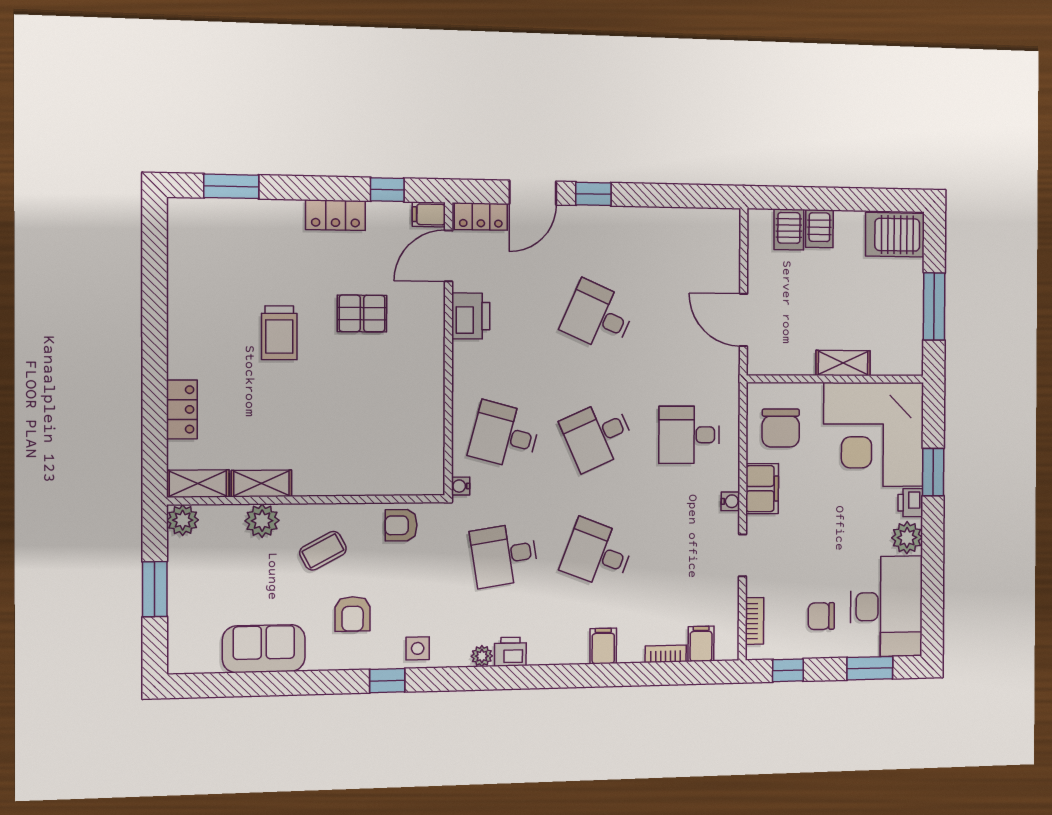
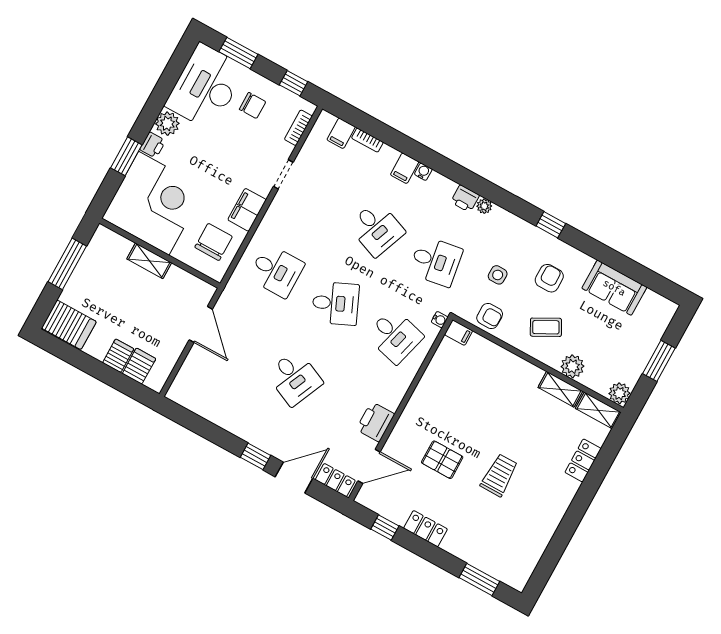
filing cabinet: (429, 214) -> (459, 333), moved
water cooler: (730, 501) -> (423, 172), moved, turned 90
side table: (418, 648) -> (498, 275), moved

